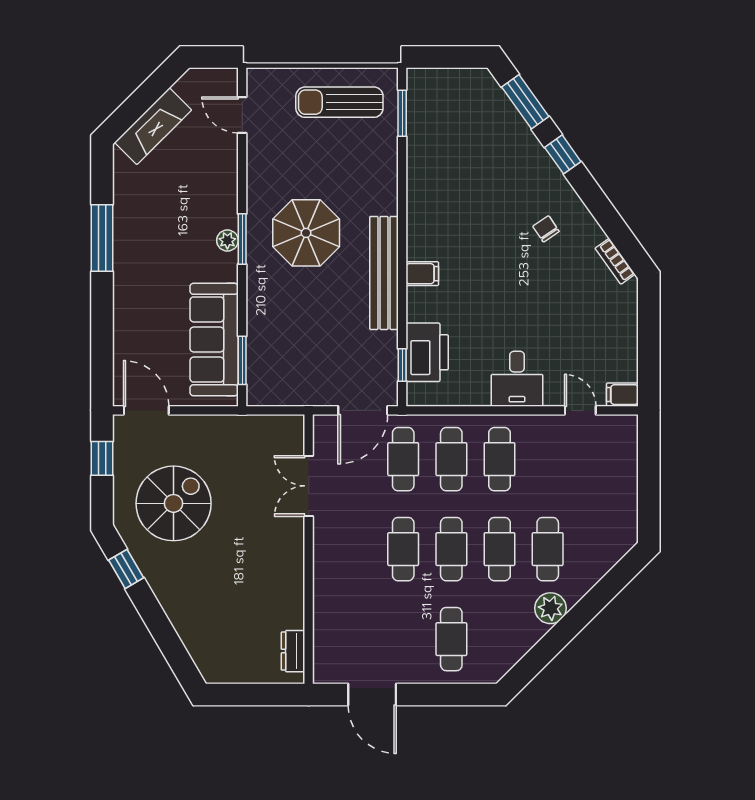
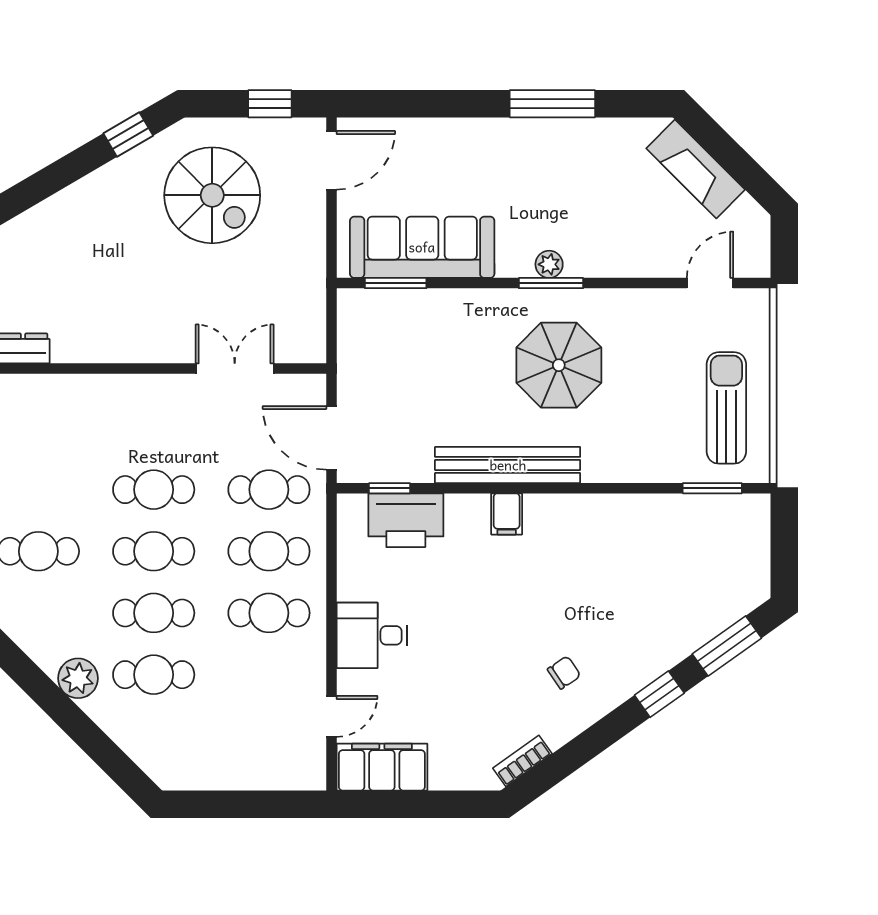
filing cabinet: (622, 395) -> (382, 767), width x3.00, depth x1.17

